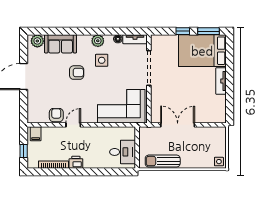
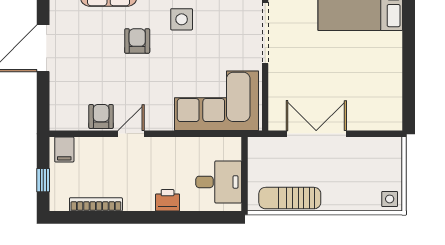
armchair: (77, 73) -> (137, 41), turned -90
tv unit: (221, 81) -> (393, 56), removed
printer: (76, 162) -> (168, 200), moved

